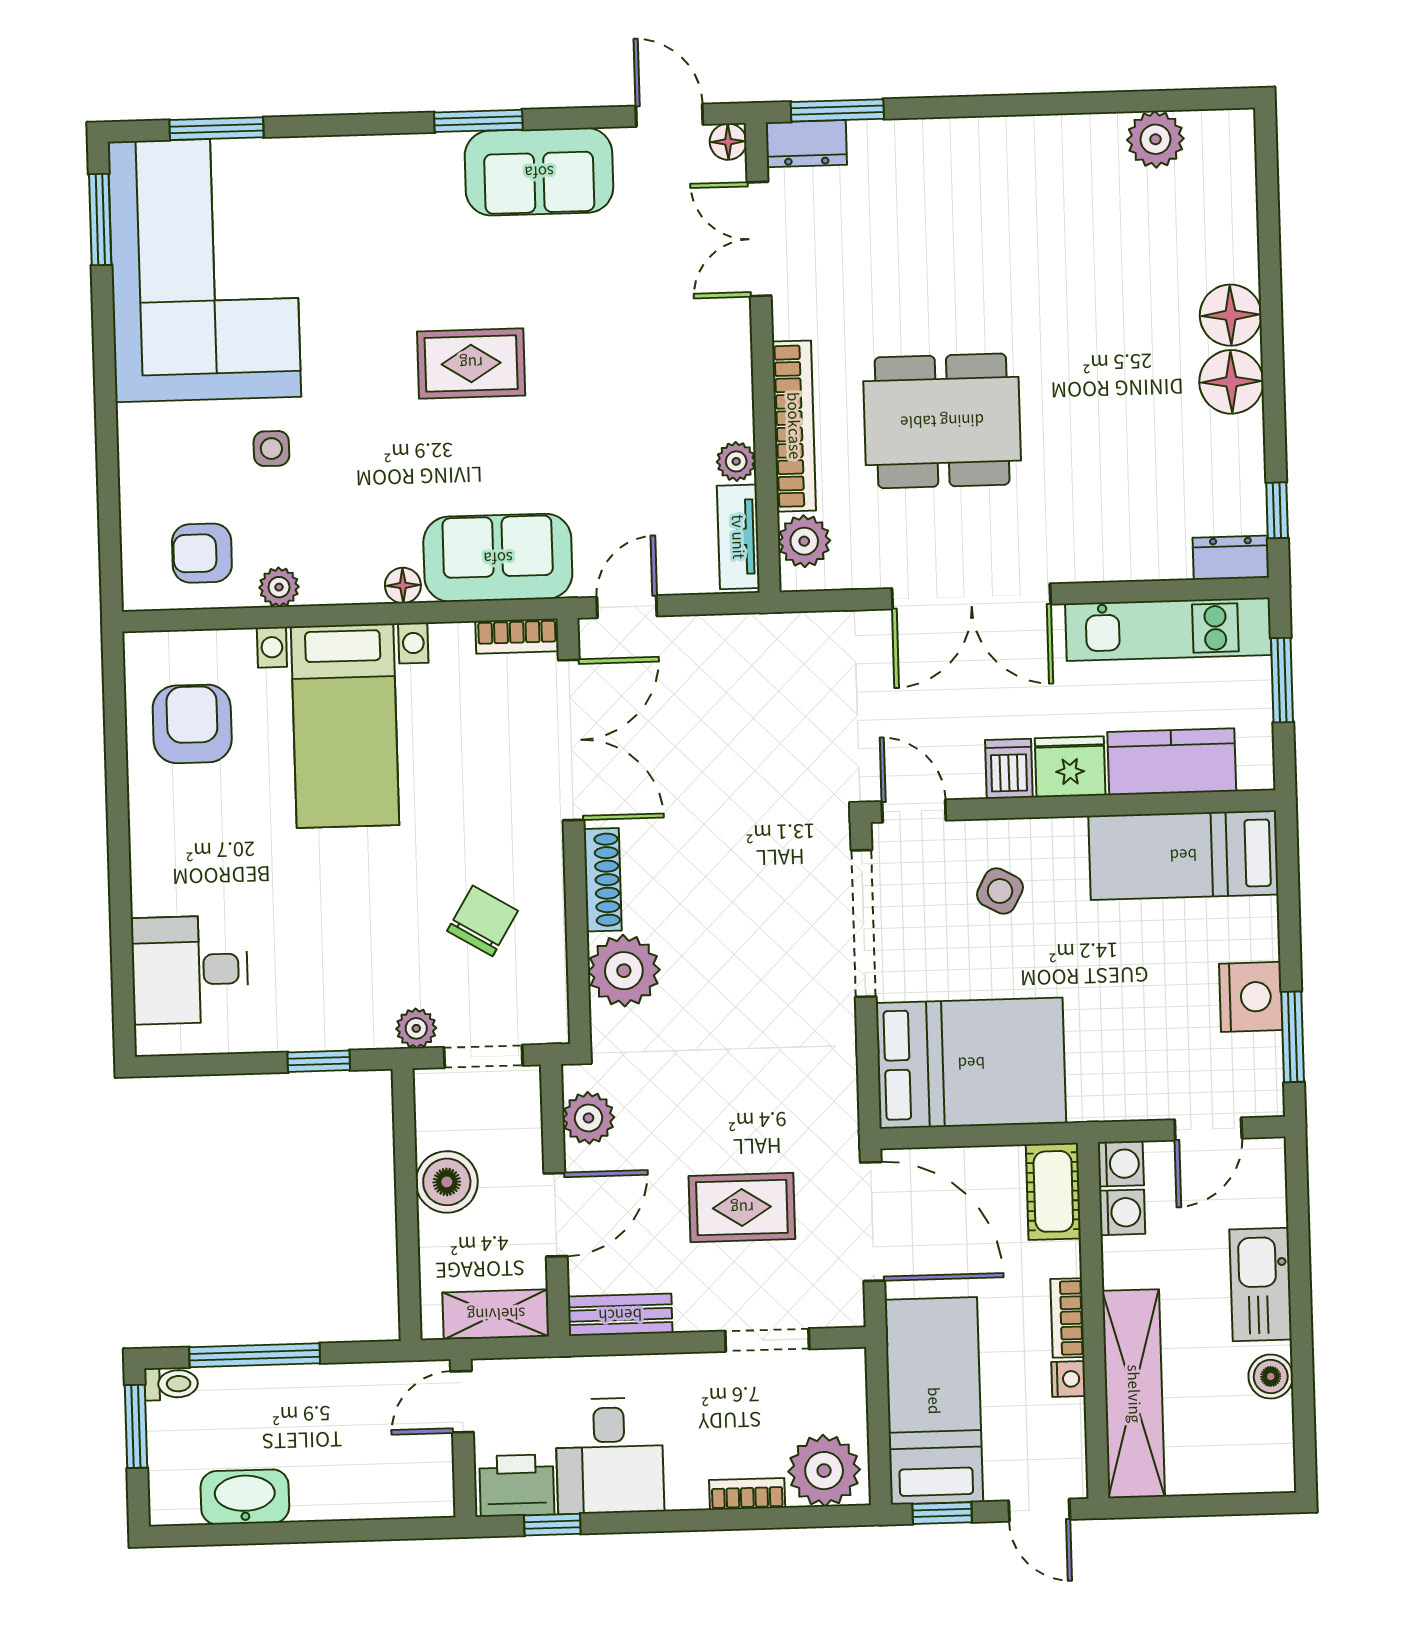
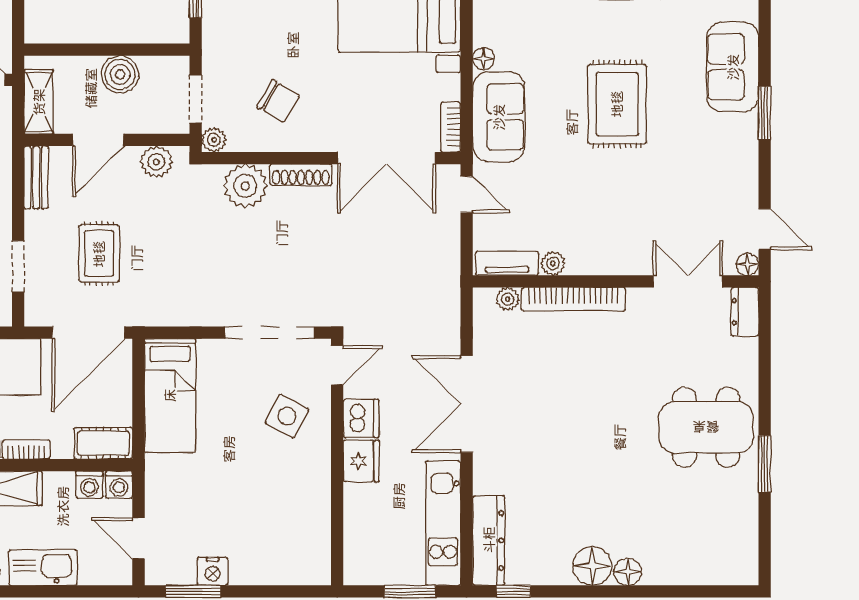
window: (837, 110) -> (765, 464), moved
door: (669, 115) -> (765, 229), hinge flipped
plant: (1155, 139) -> (741, 524), removed
sofa: (539, 172) -> (733, 67), moved
floor lamp: (1231, 315) -> (628, 572), width x0.73, depth x0.73
rug: (471, 363) -> (617, 104), width x1.36, depth x1.43
dining table: (942, 421) -> (706, 427), moved, turned 90
plant: (804, 541) -> (508, 299), width x0.73, depth x0.73
dresser: (1231, 558) -> (489, 540), width x1.96, depth x1.24
kitchen counter: (1172, 762) -> (362, 523), removed
dishwasher: (1009, 769) -> (361, 418), width x1.38
bed: (1183, 855) -> (305, 528), removed
side table: (1000, 891) -> (287, 416), width x1.37, depth x1.37
nightstand: (1251, 997) -> (213, 571), width x0.74, depth x0.75
plant: (416, 1028) -> (214, 140), moved
bed: (971, 1063) -> (170, 395), width x0.67
door: (555, 1215) -> (98, 140), hinge flipped

